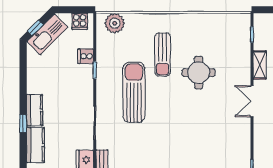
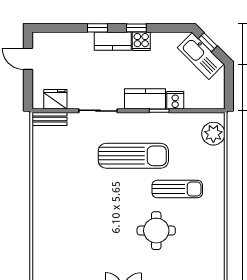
cooker: (80, 21) -> (141, 41), moved, turned -90
sun lounger: (163, 54) -> (177, 189), turned 180
window: (23, 90) -> (136, 28), added
kitchen counter: (35, 145) -> (145, 99), moved, turned 180

